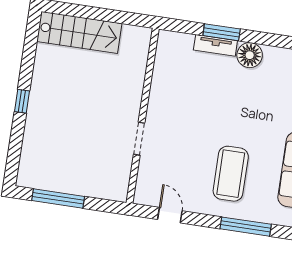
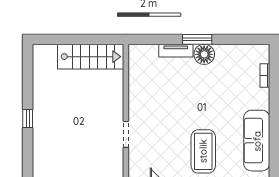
stairs: (79, 32) -> (91, 57), moved
window: (222, 32) -> (197, 39), moved

